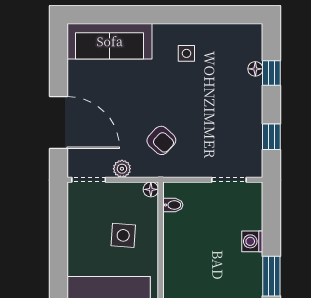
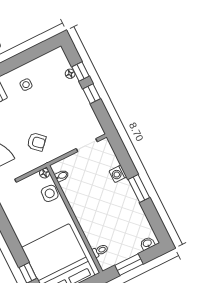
window: (271, 137) -> (92, 94), moved
plant: (122, 169) -> (22, 170), removed
side table: (123, 235) -> (50, 193), moved

